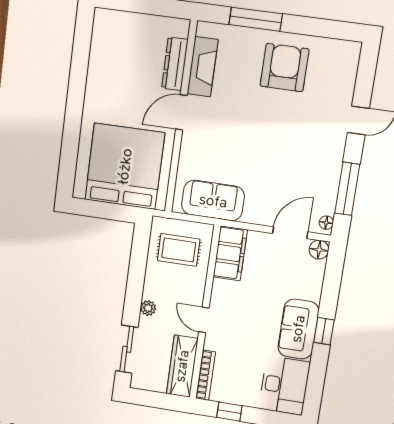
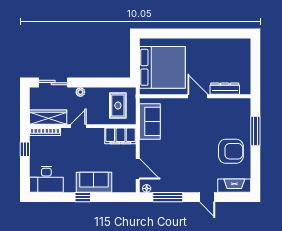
fireplace: (203, 67) -> (234, 186), moved, turned 180
floor lamp: (319, 250) -> (130, 187), removed
sofa: (298, 329) -> (94, 182), moved

